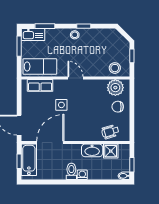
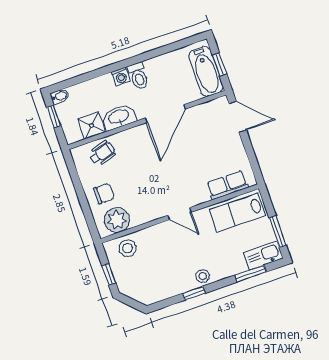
side table: (61, 105) -> (187, 168), removed
door: (50, 143) -> (165, 114), moved

